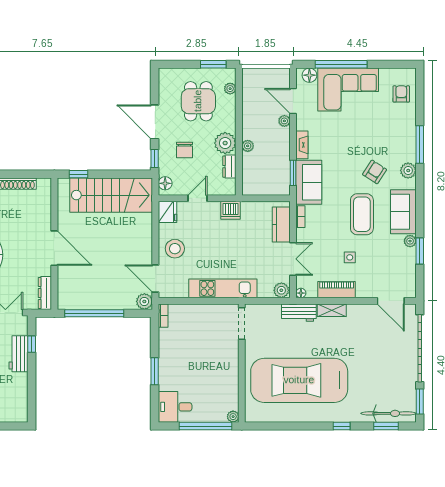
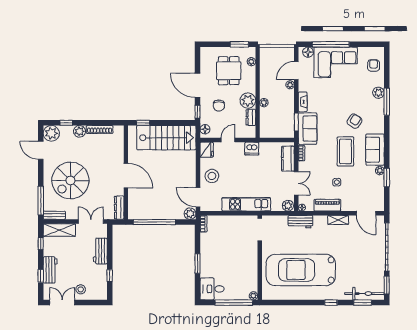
door: (293, 101) -> (296, 71), hinge flipped
plant: (408, 171) -> (378, 93), moved
shelving: (332, 310) -> (338, 220), moved
window: (32, 344) -> (110, 276), moved

